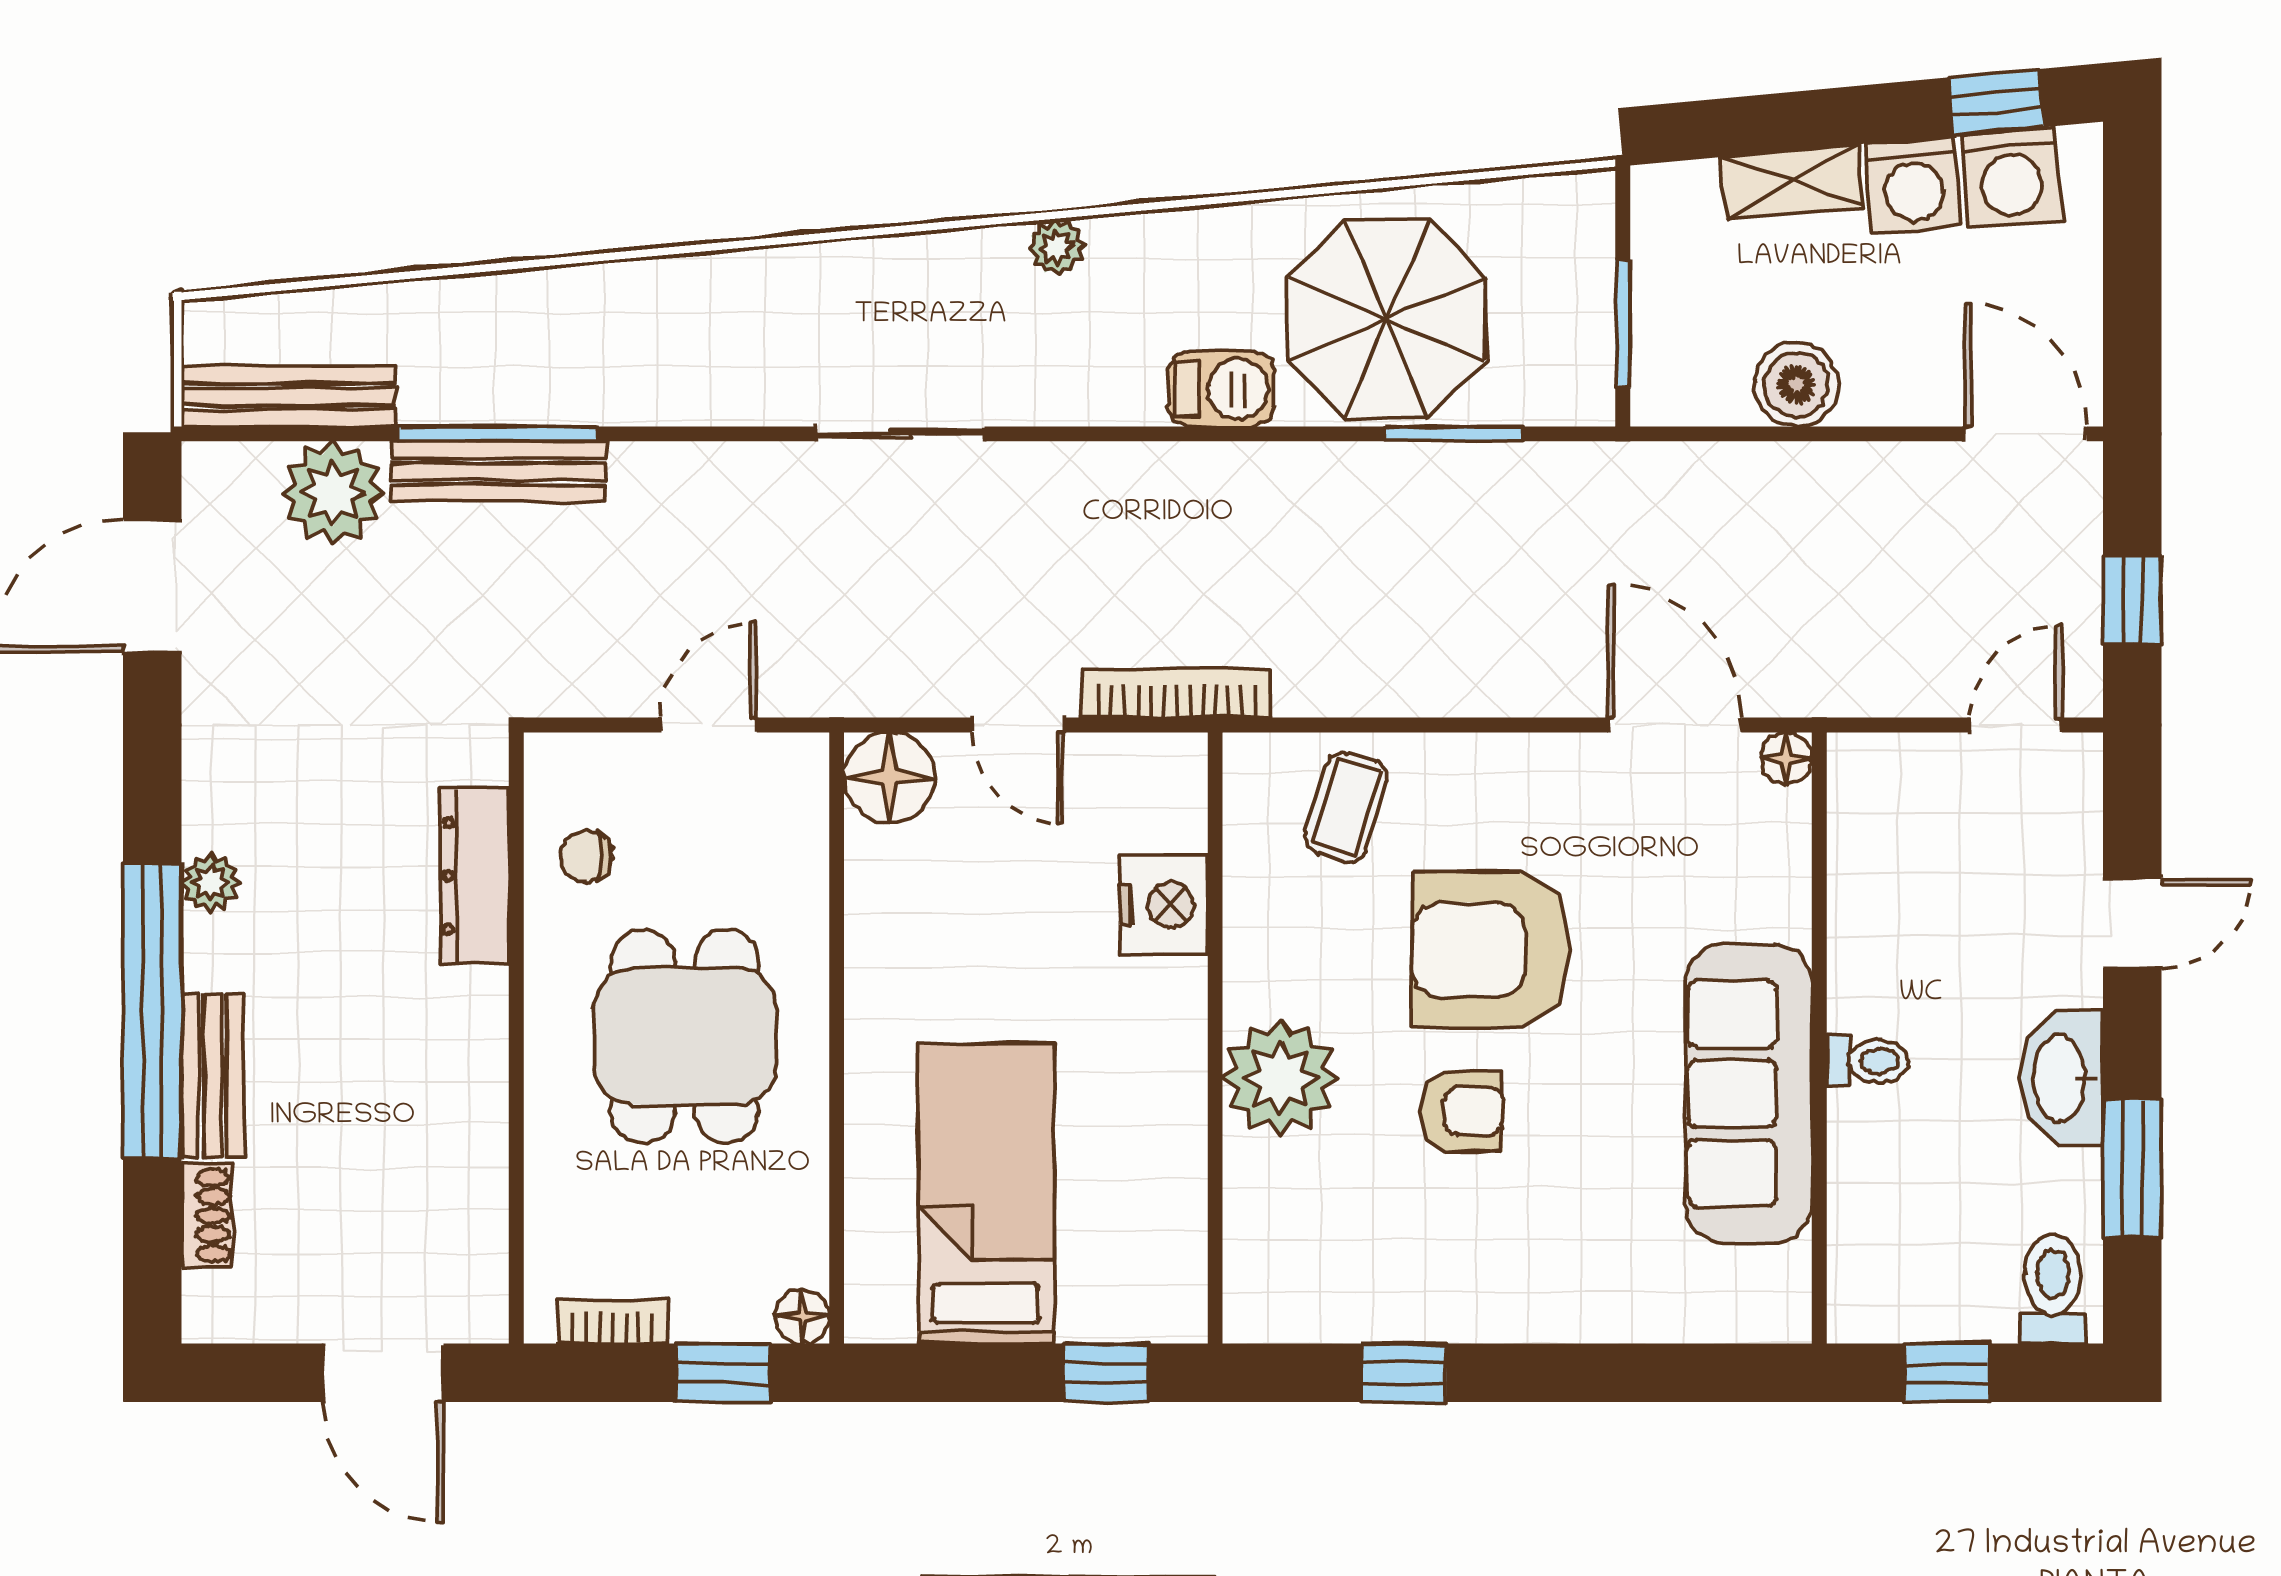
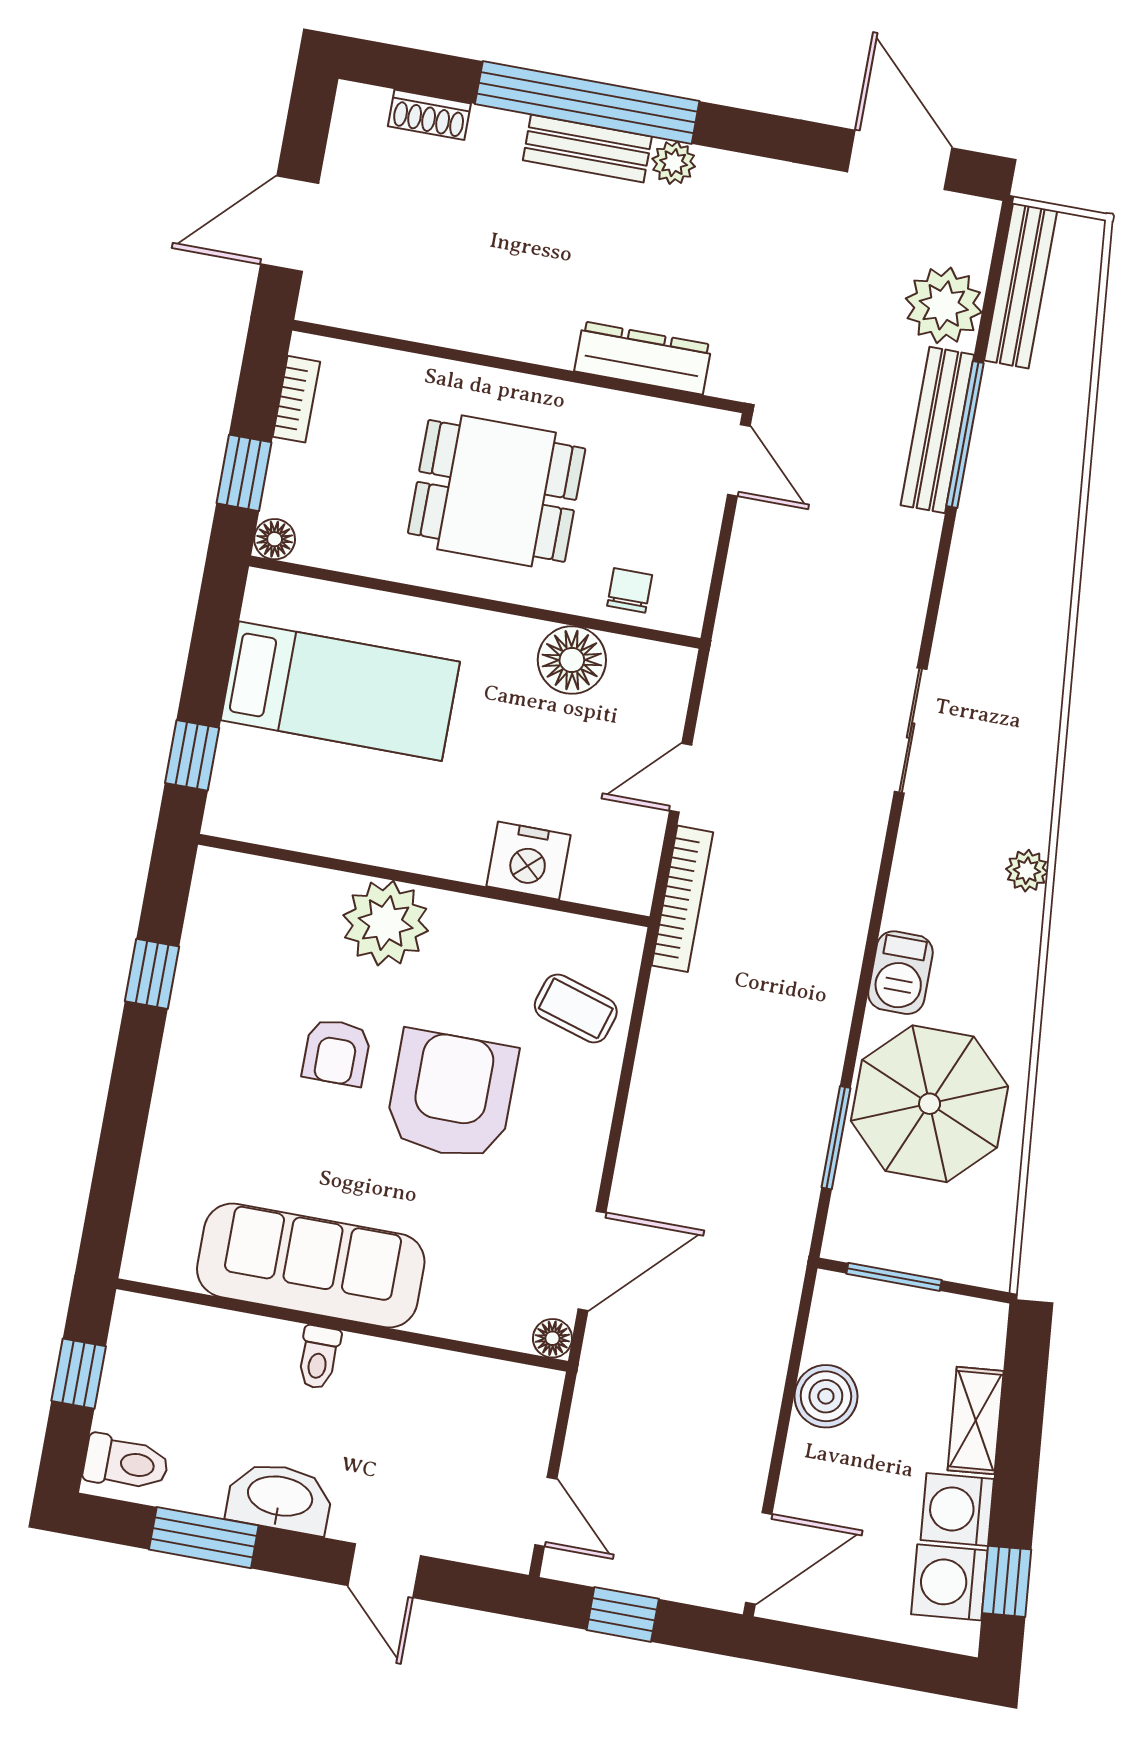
door: (709, 725) -> (739, 460), moved
floor lamp: (889, 778) -> (572, 660), moved
chair: (586, 857) -> (630, 590), moved
bench: (213, 1076) -> (587, 148), moved

